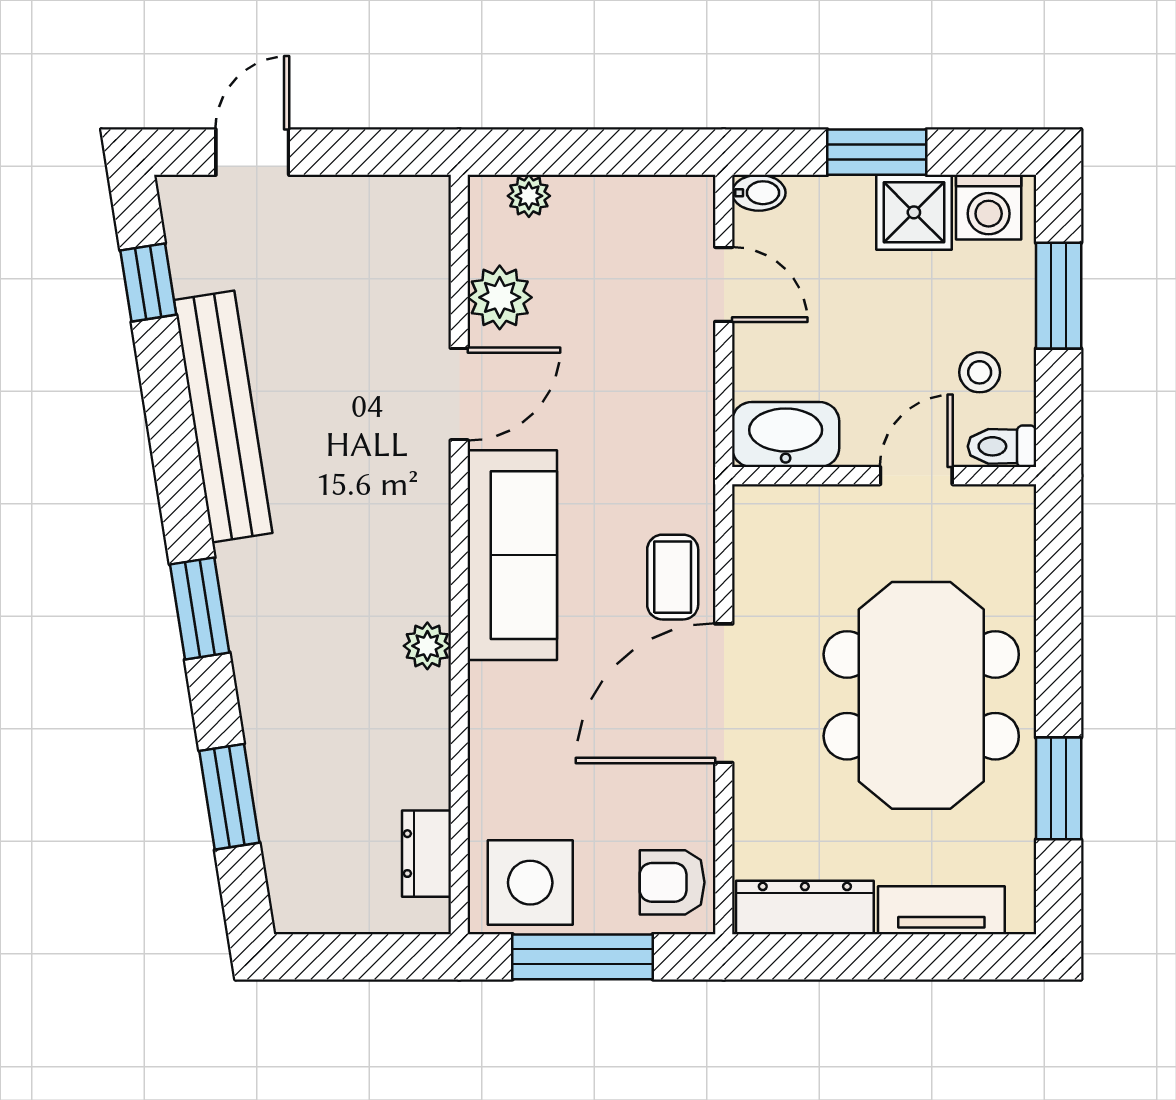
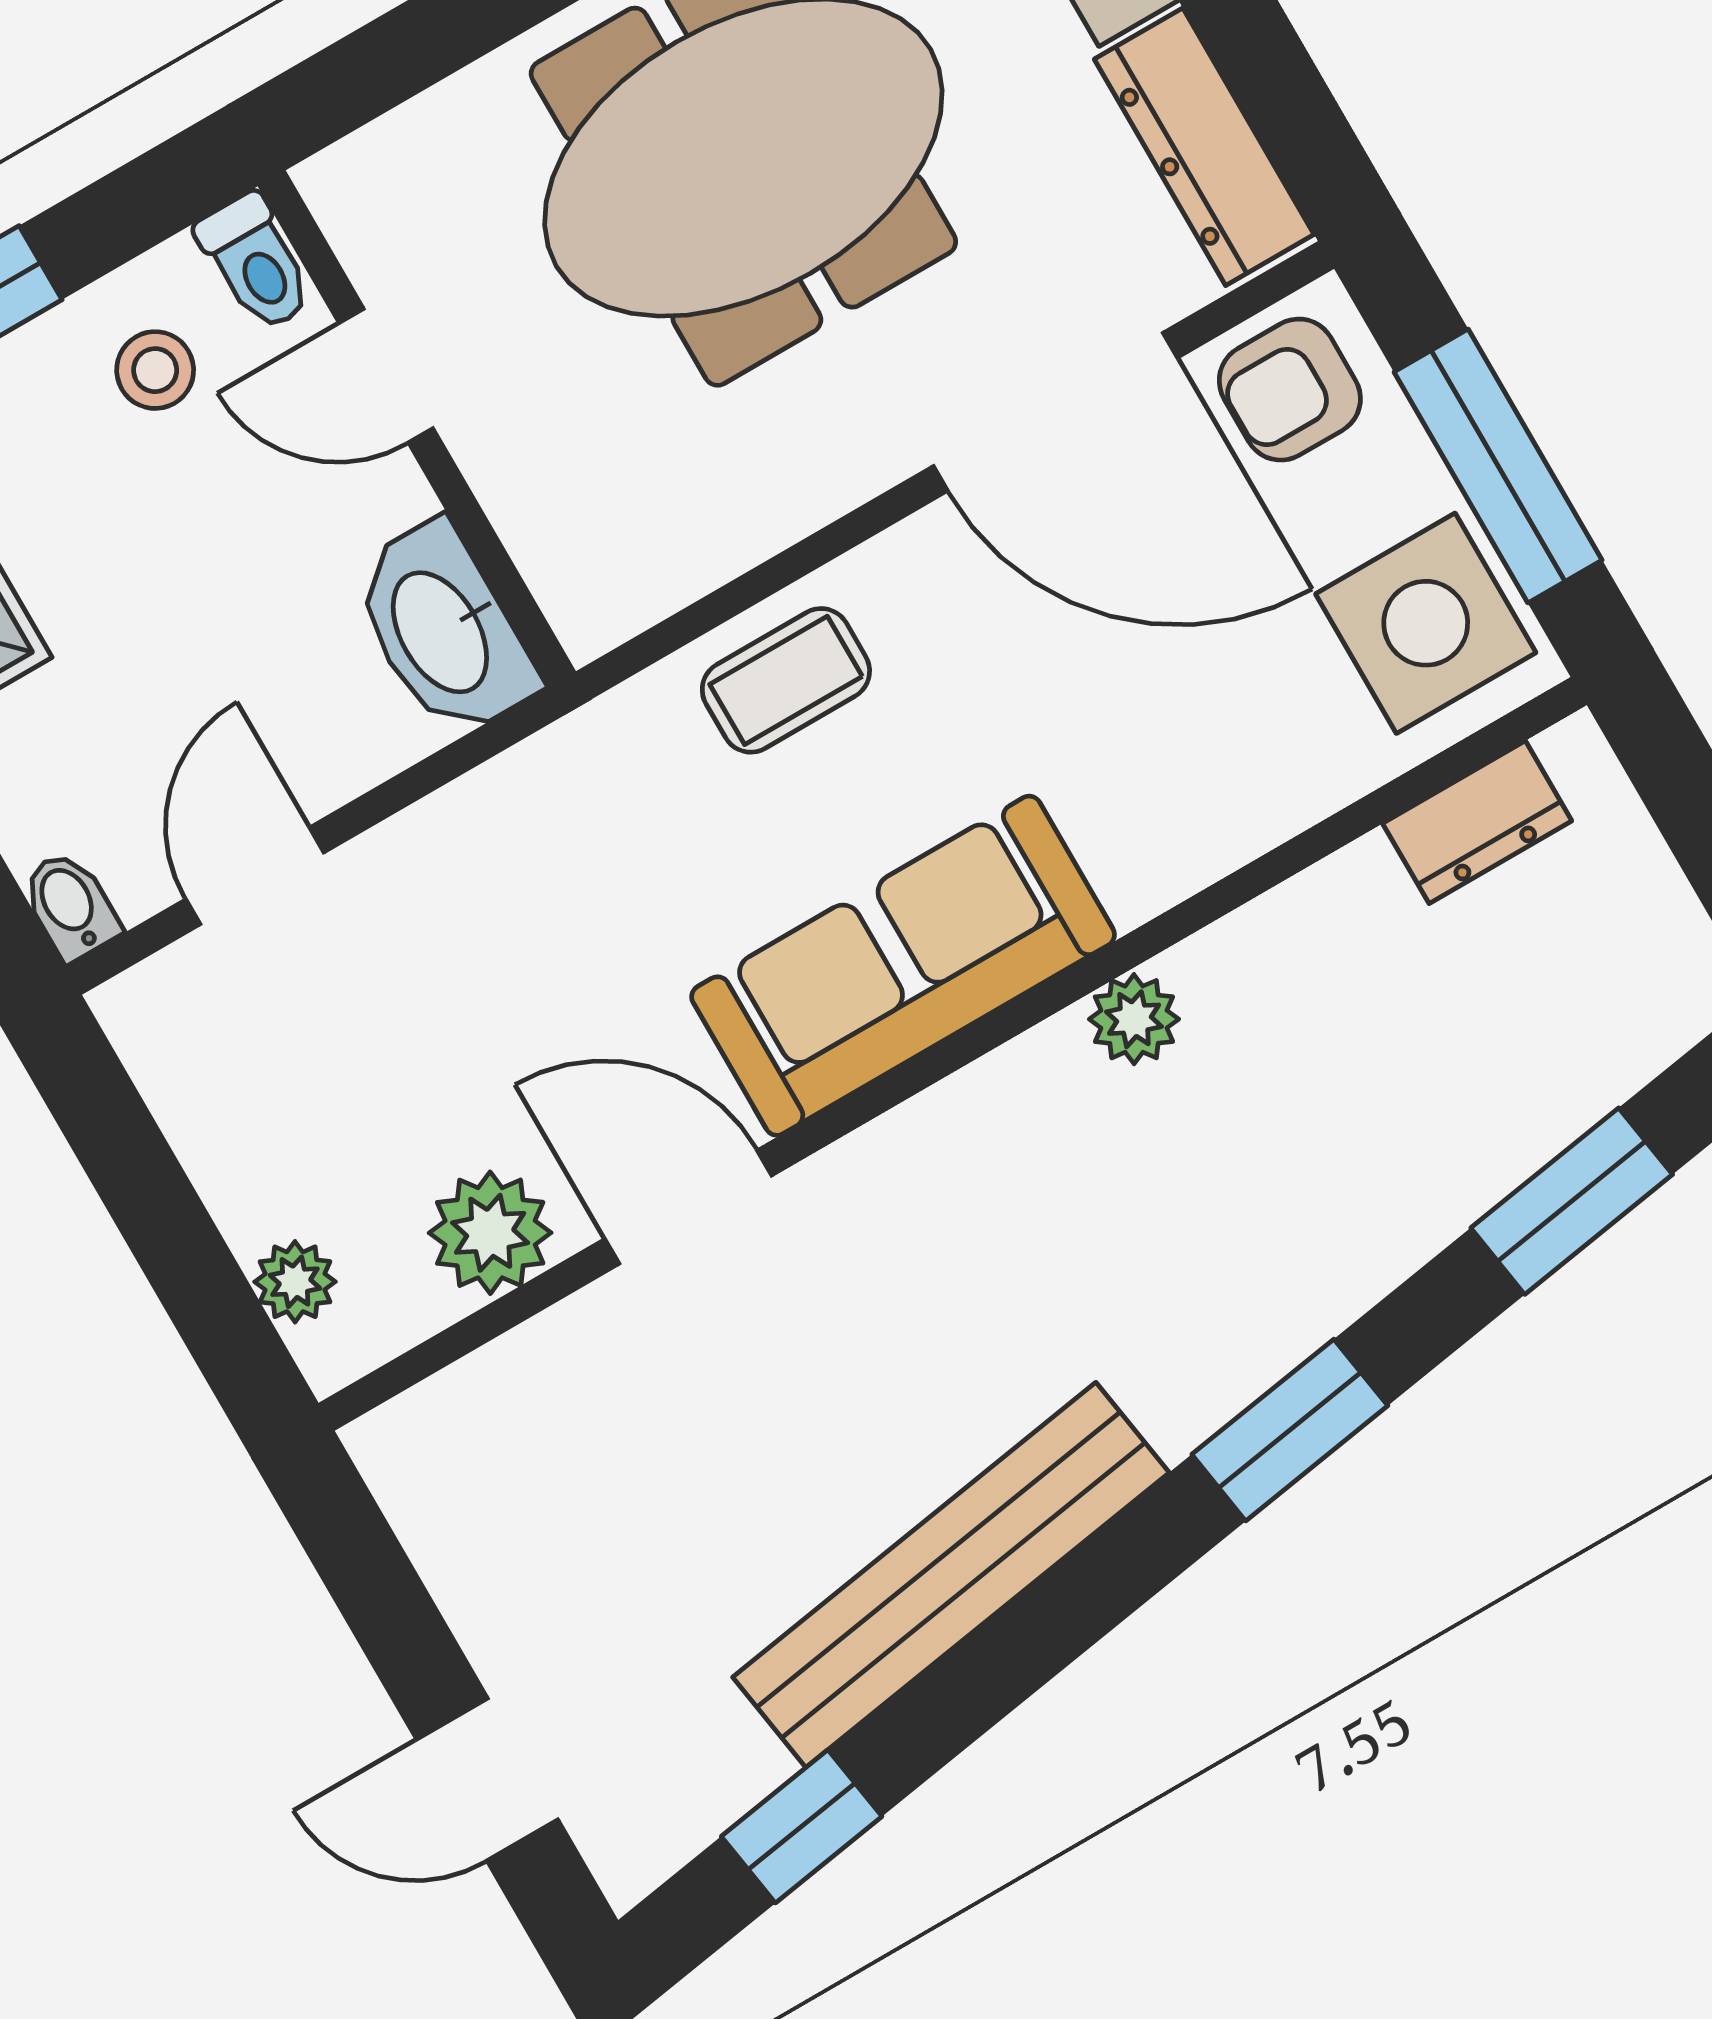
door: (724, 693) -> (1055, 412), moved
armchair: (672, 882) -> (1290, 390), turned 90

